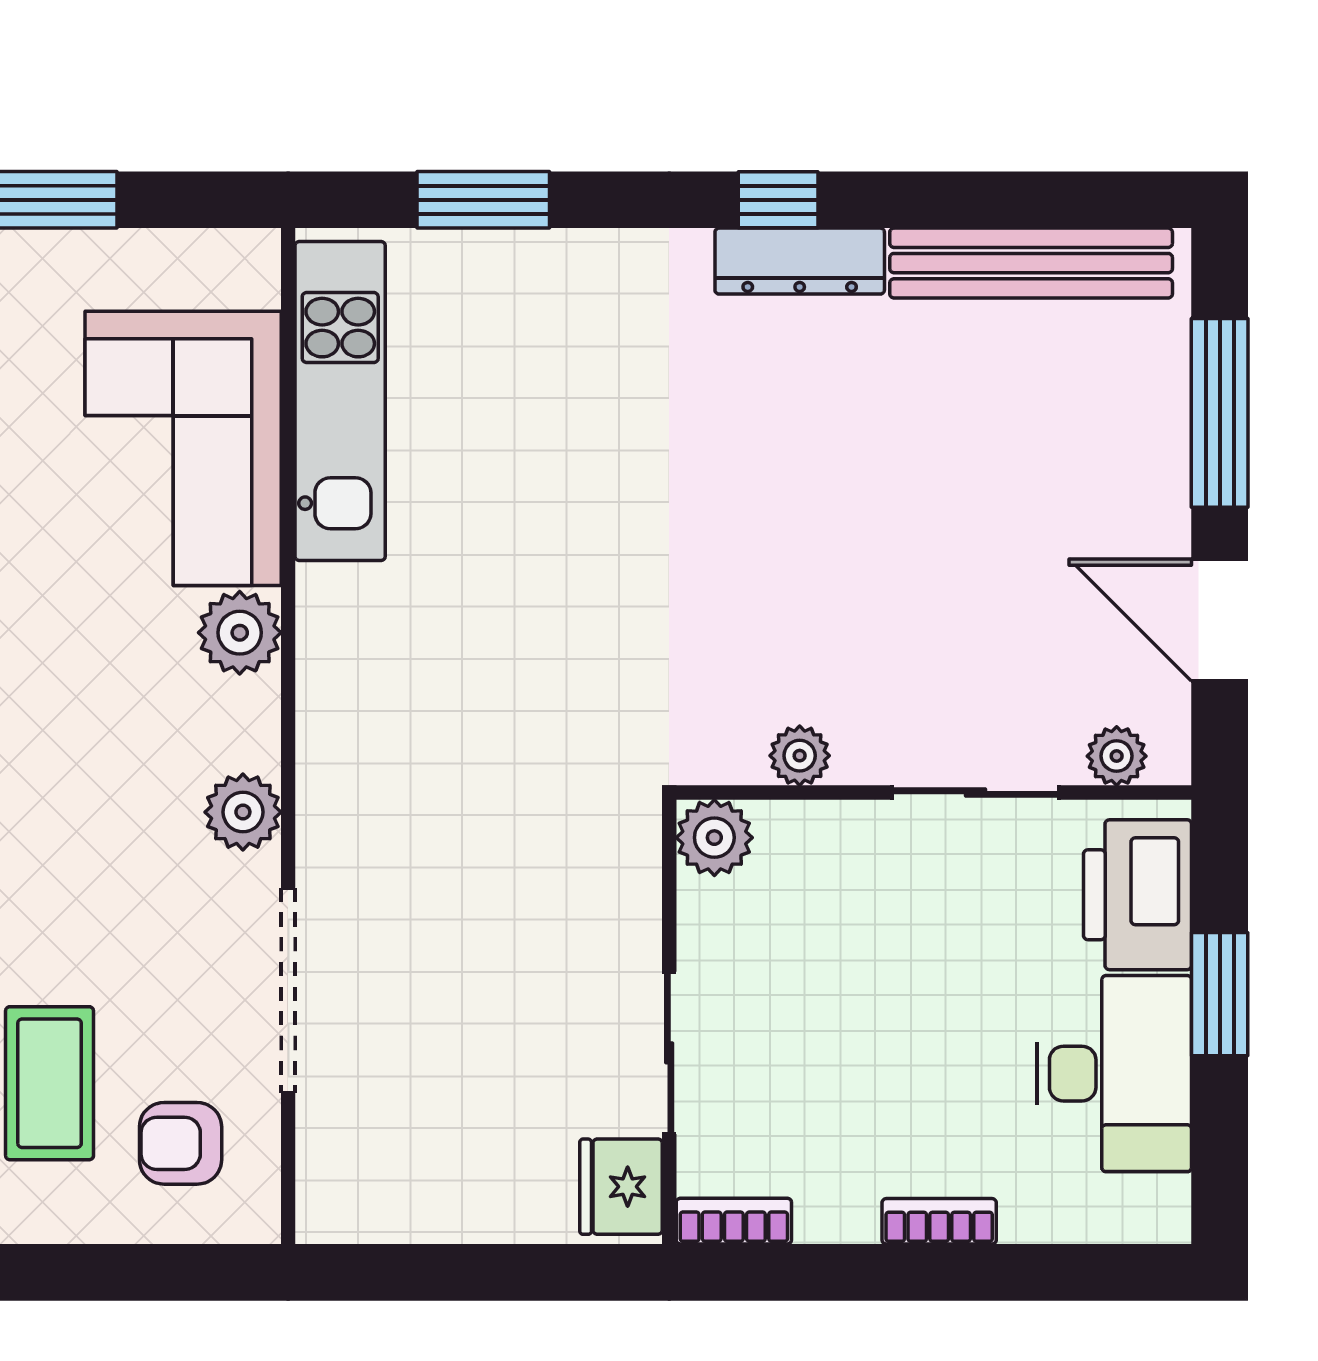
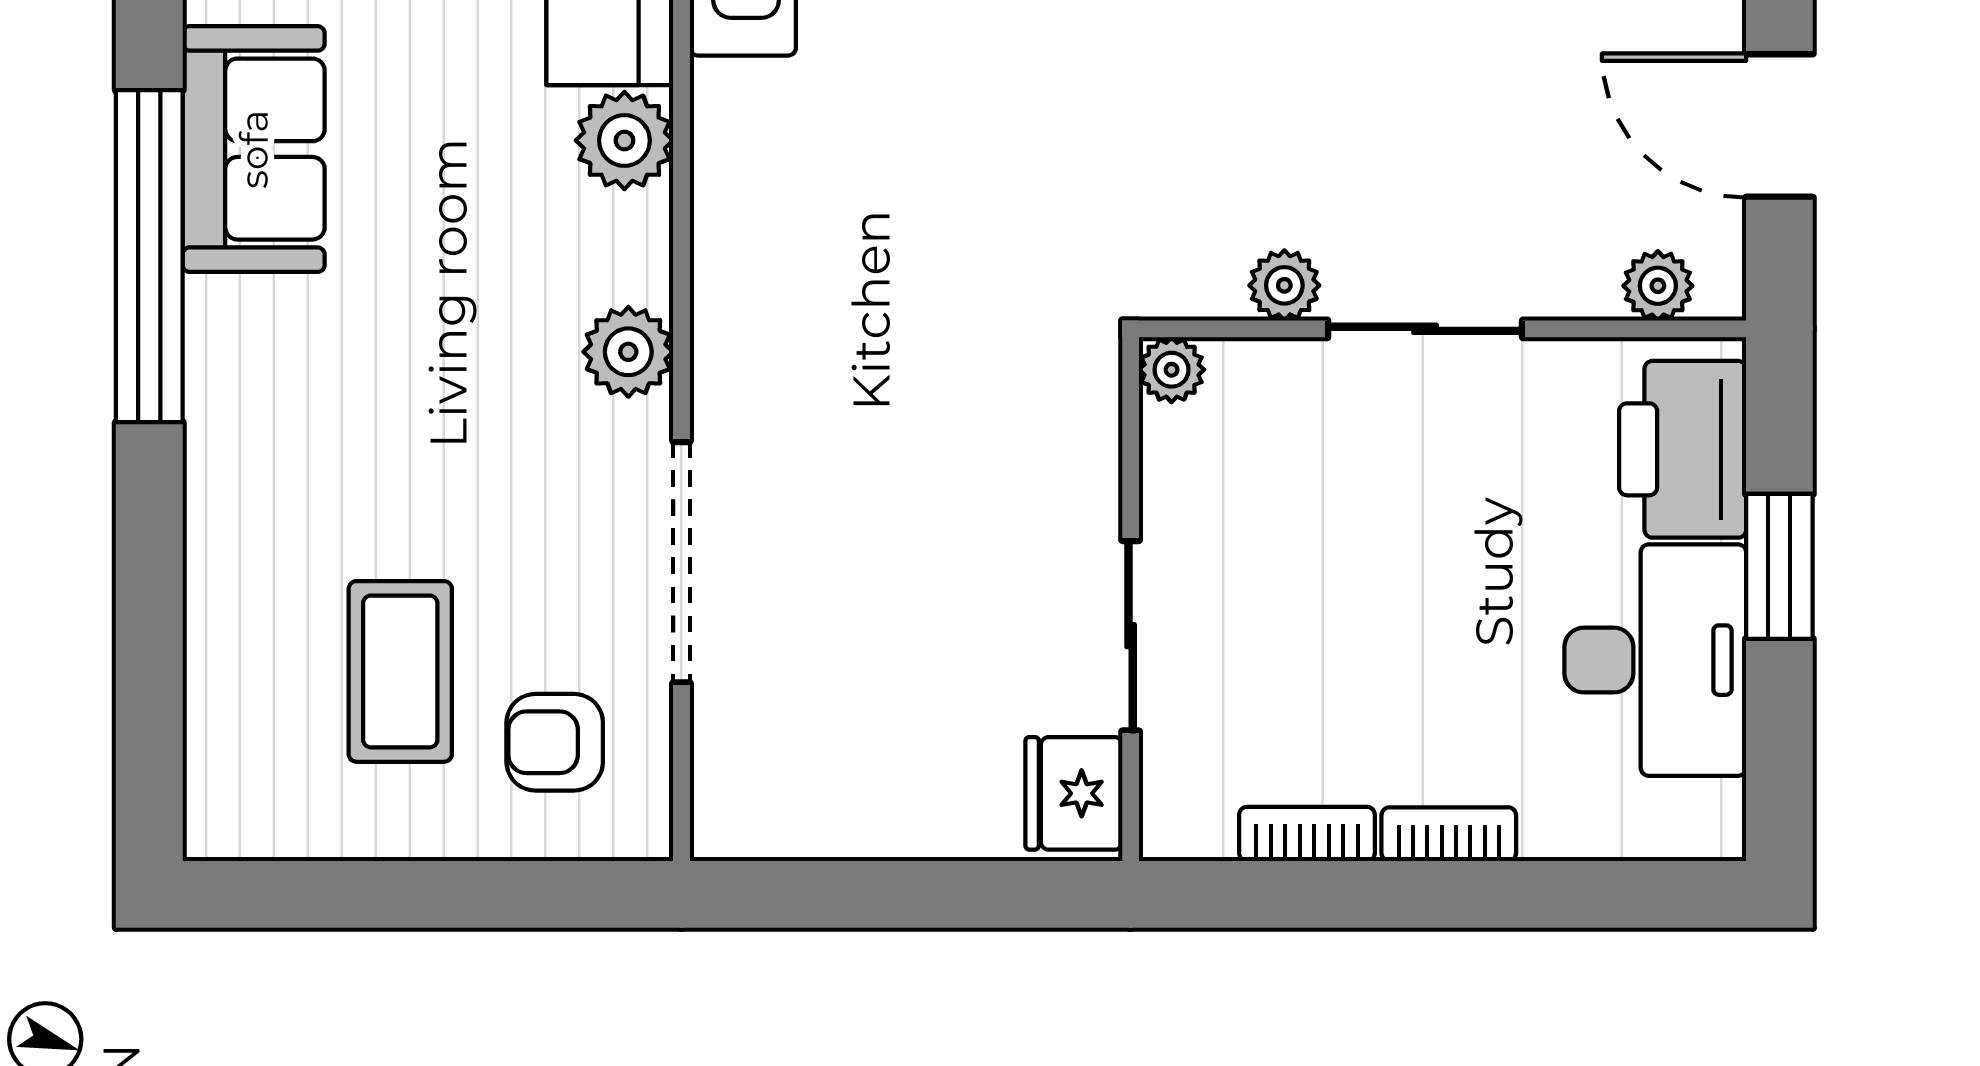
sliding door: (975, 793) -> (1425, 329), moved
plant: (714, 838) -> (1172, 370), width x0.73, depth x0.73
bookcase: (734, 1221) -> (1307, 834), moved

